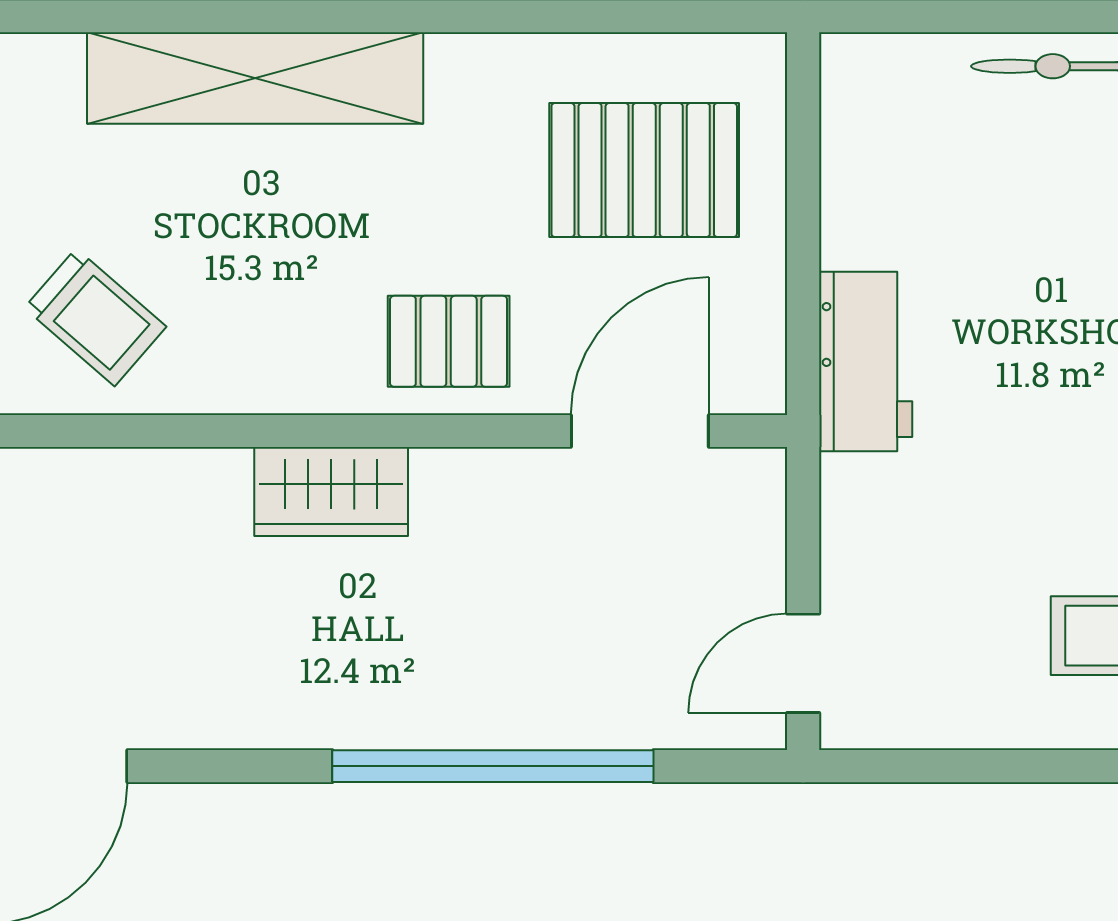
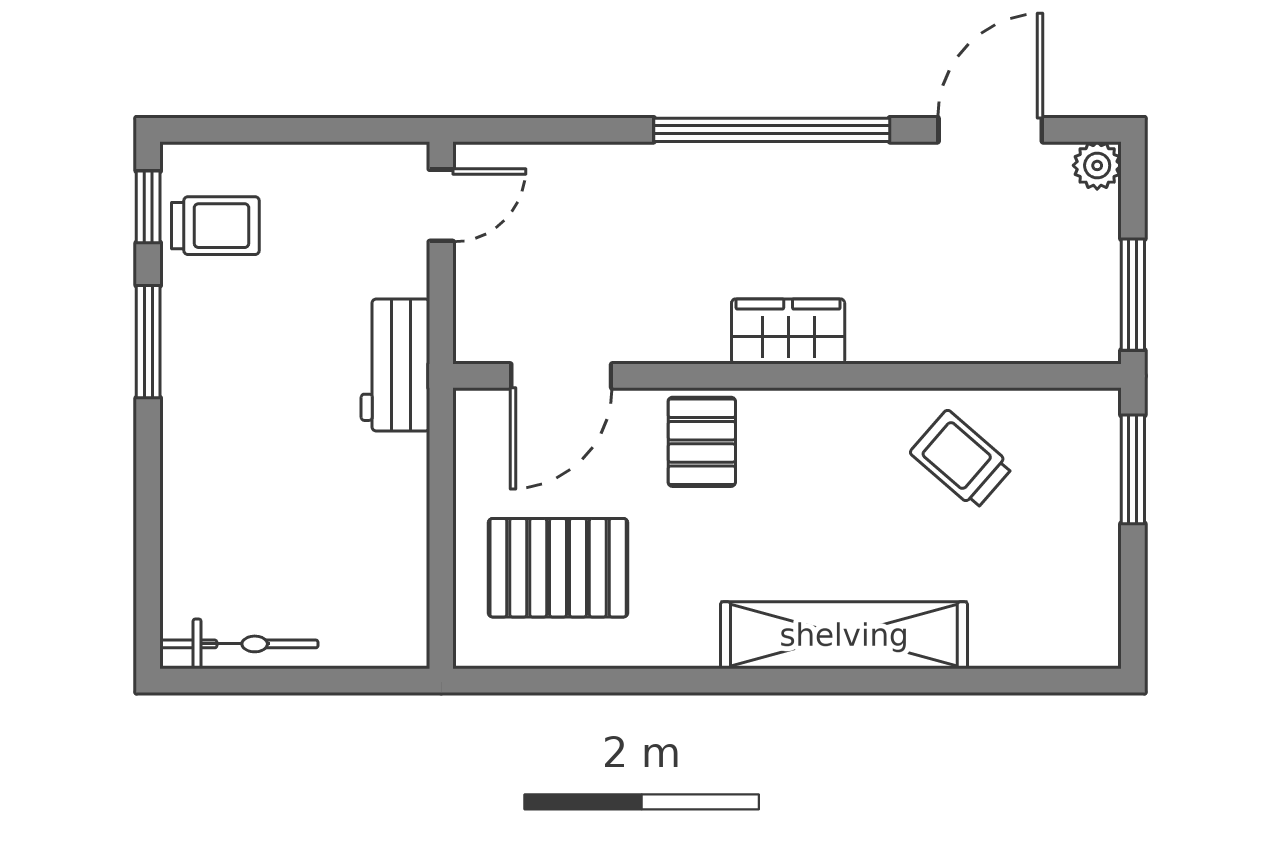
pallet: (449, 341) -> (702, 442), turned 90
workbench: (866, 361) -> (395, 365), moved
window: (493, 766) -> (772, 130), moved

